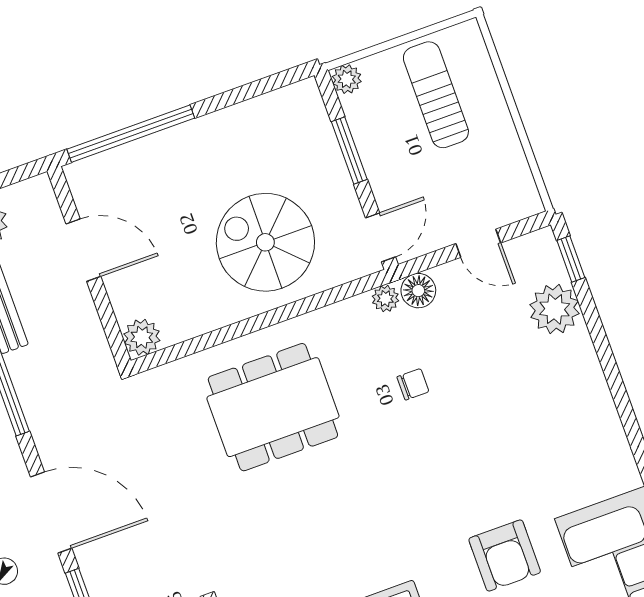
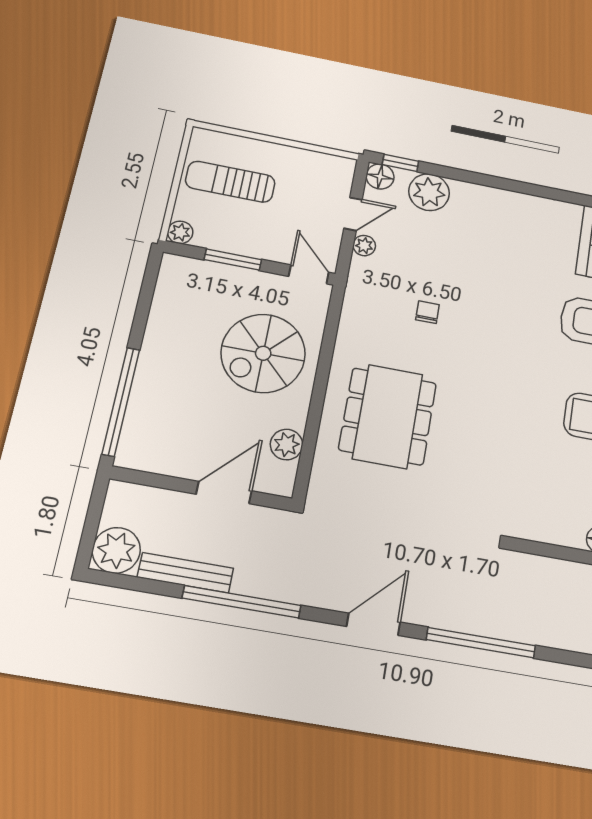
door: (83, 250) -> (224, 493), moved
floor lamp: (418, 291) -> (380, 177), moved
plant: (385, 299) -> (364, 246), moved
plant: (142, 337) -> (287, 445), moved
door: (51, 512) -> (373, 624), width x0.73

